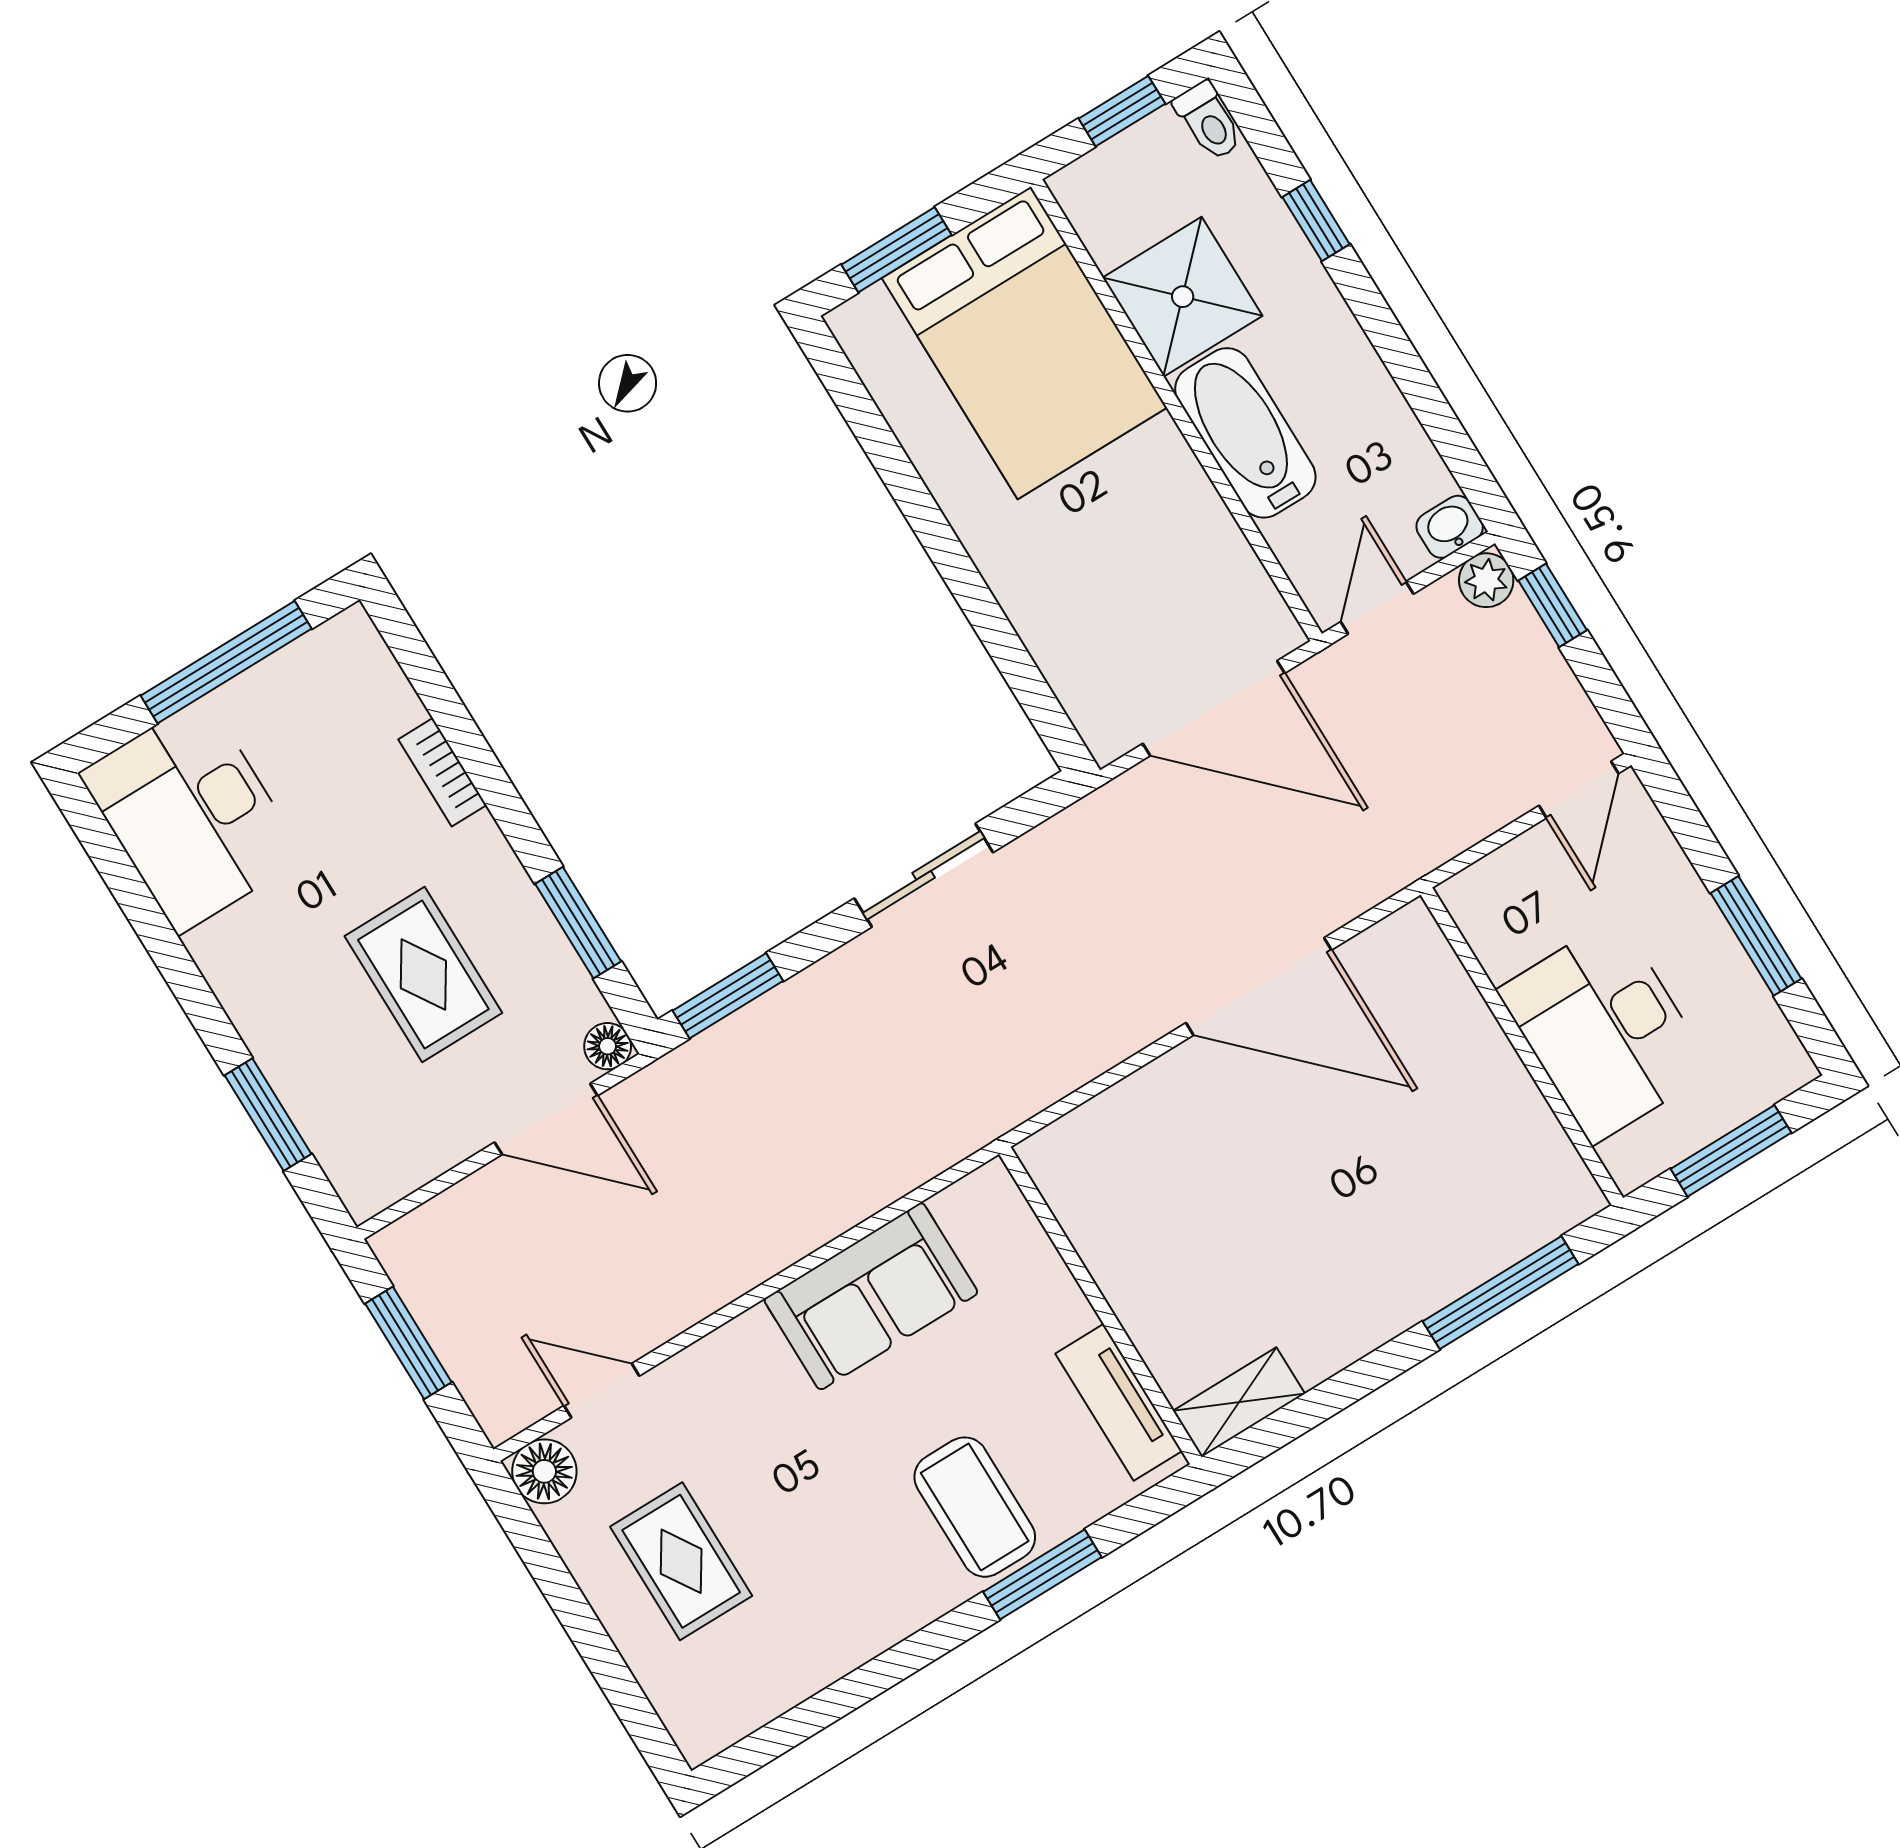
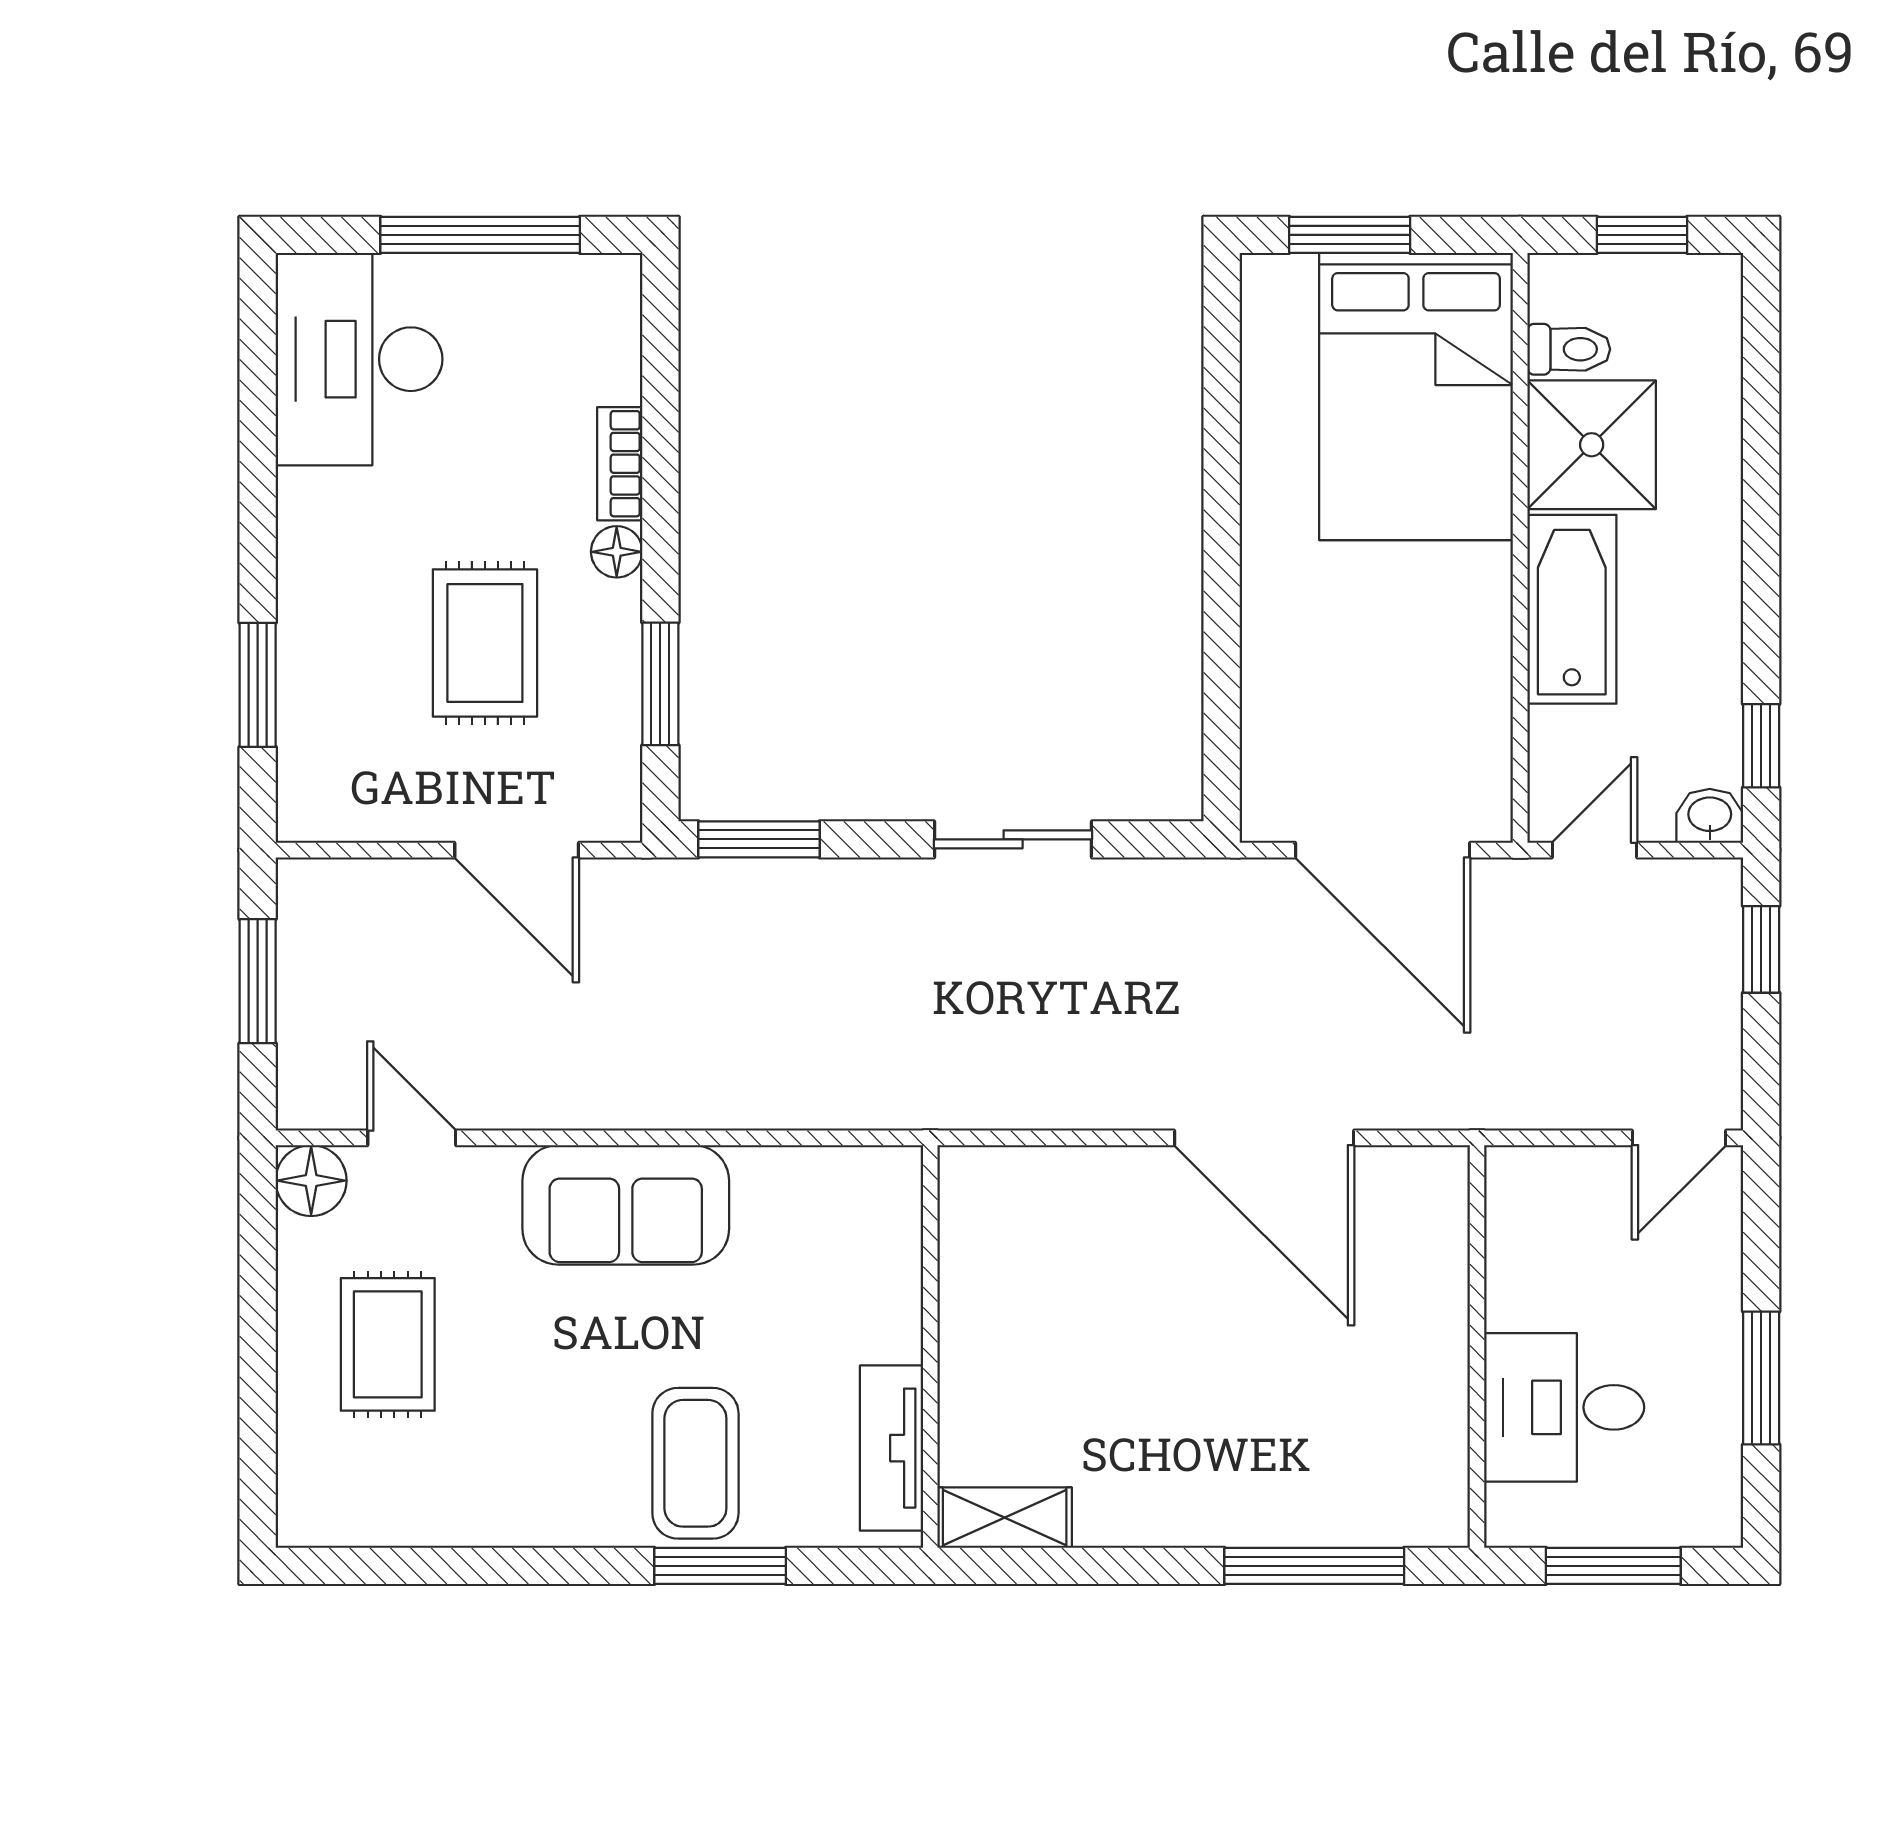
toilet: (1208, 121) -> (1569, 349), moved, turned -90
window: (1316, 221) -> (1761, 746), moved
plant: (1486, 580) -> (1713, 887), removed
desk: (1605, 1031) -> (1564, 1407), width x0.73
floor lamp: (608, 1046) -> (617, 552), moved
sofa: (871, 1296) -> (626, 1205), moved

